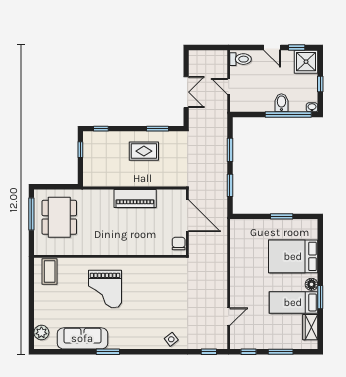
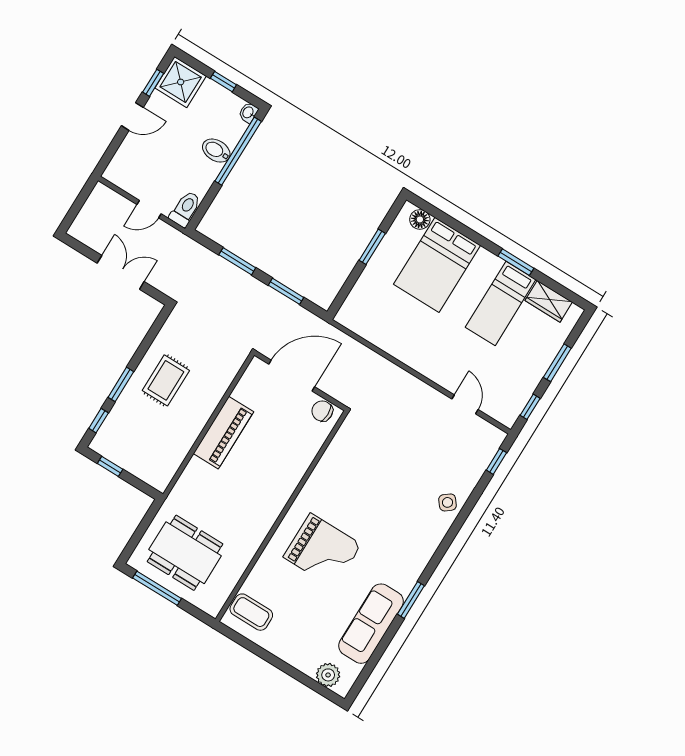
toilet: (241, 59) -> (185, 209), moved
window: (157, 129) -> (121, 384), moved
floor lamp: (311, 284) -> (420, 219), moved

